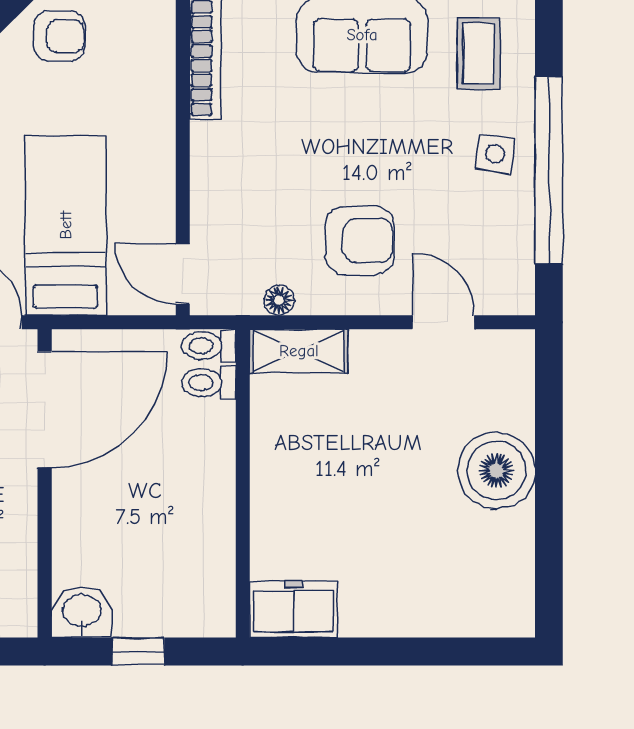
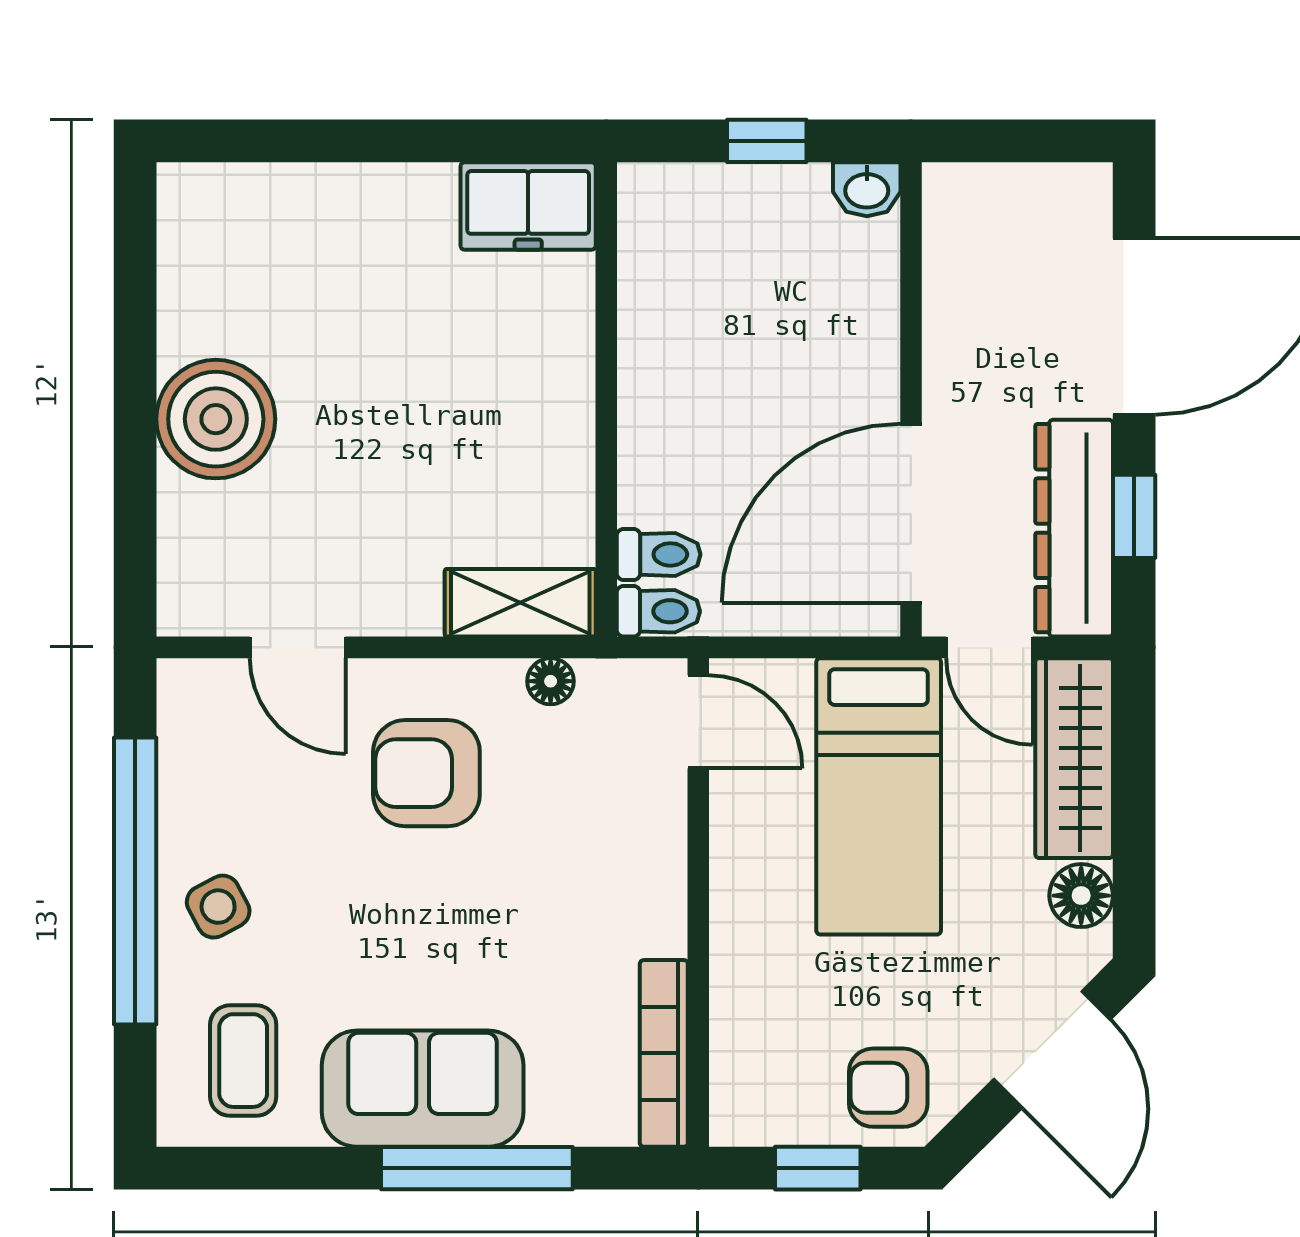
side table: (495, 154) -> (218, 907), turned -36
washbasin: (82, 612) -> (867, 189), width x0.72, depth x0.69

